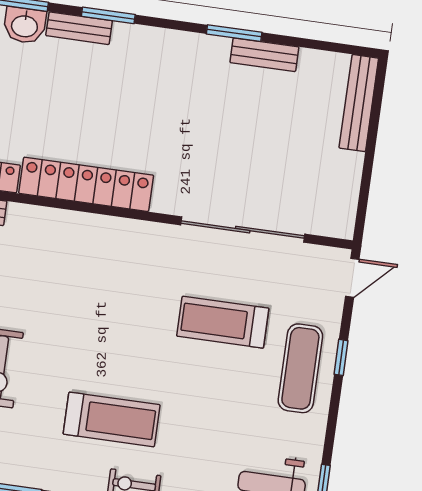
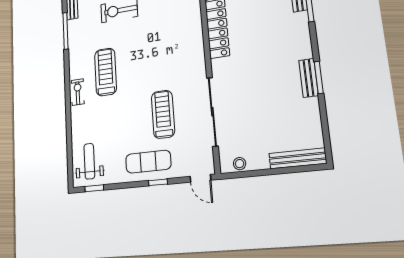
bench: (264, 55) -> (309, 78), moved
stool: (344, 203) -> (240, 164), added
treadmill: (112, 419) -> (106, 72), turned 180

